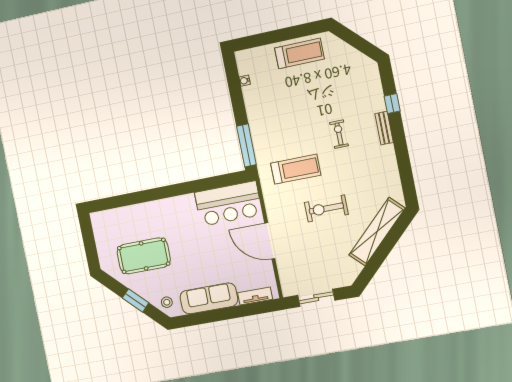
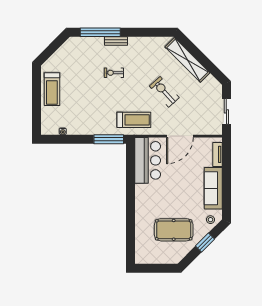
treadmill: (299, 53) -> (52, 89), turned 180
window: (392, 104) -> (100, 32), width x3.17
treadmill: (296, 169) -> (134, 120), moved, turned 90
exercise bike: (326, 208) -> (164, 92), turned 138
pool table: (144, 256) -> (174, 230), turned 90

